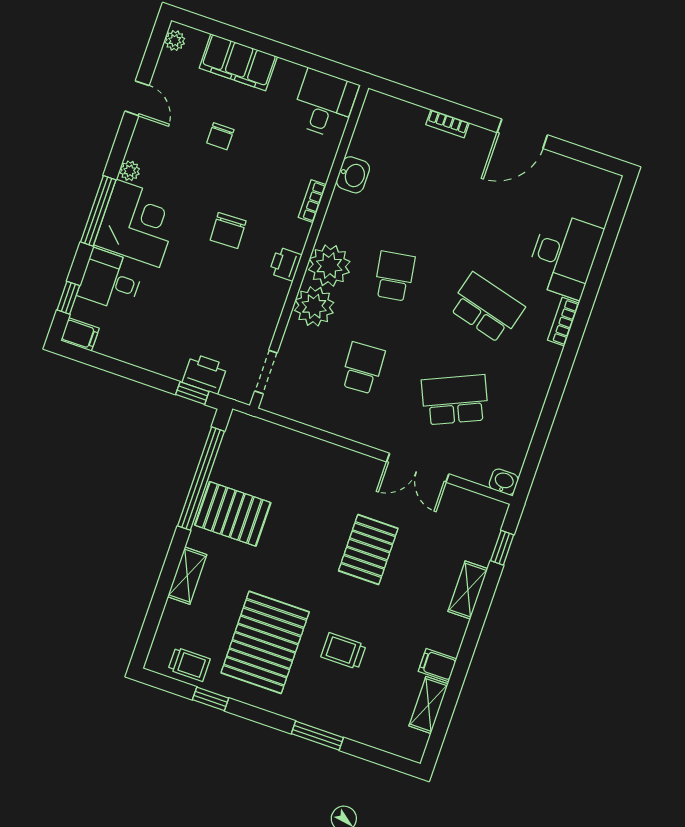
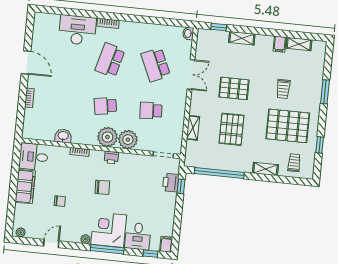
filing cabinet: (238, 62) -> (25, 187), moved
shelving: (307, 446) -> (193, 128), added
pallet: (233, 514) -> (232, 129), moved
trolley: (189, 664) -> (294, 163), moved

